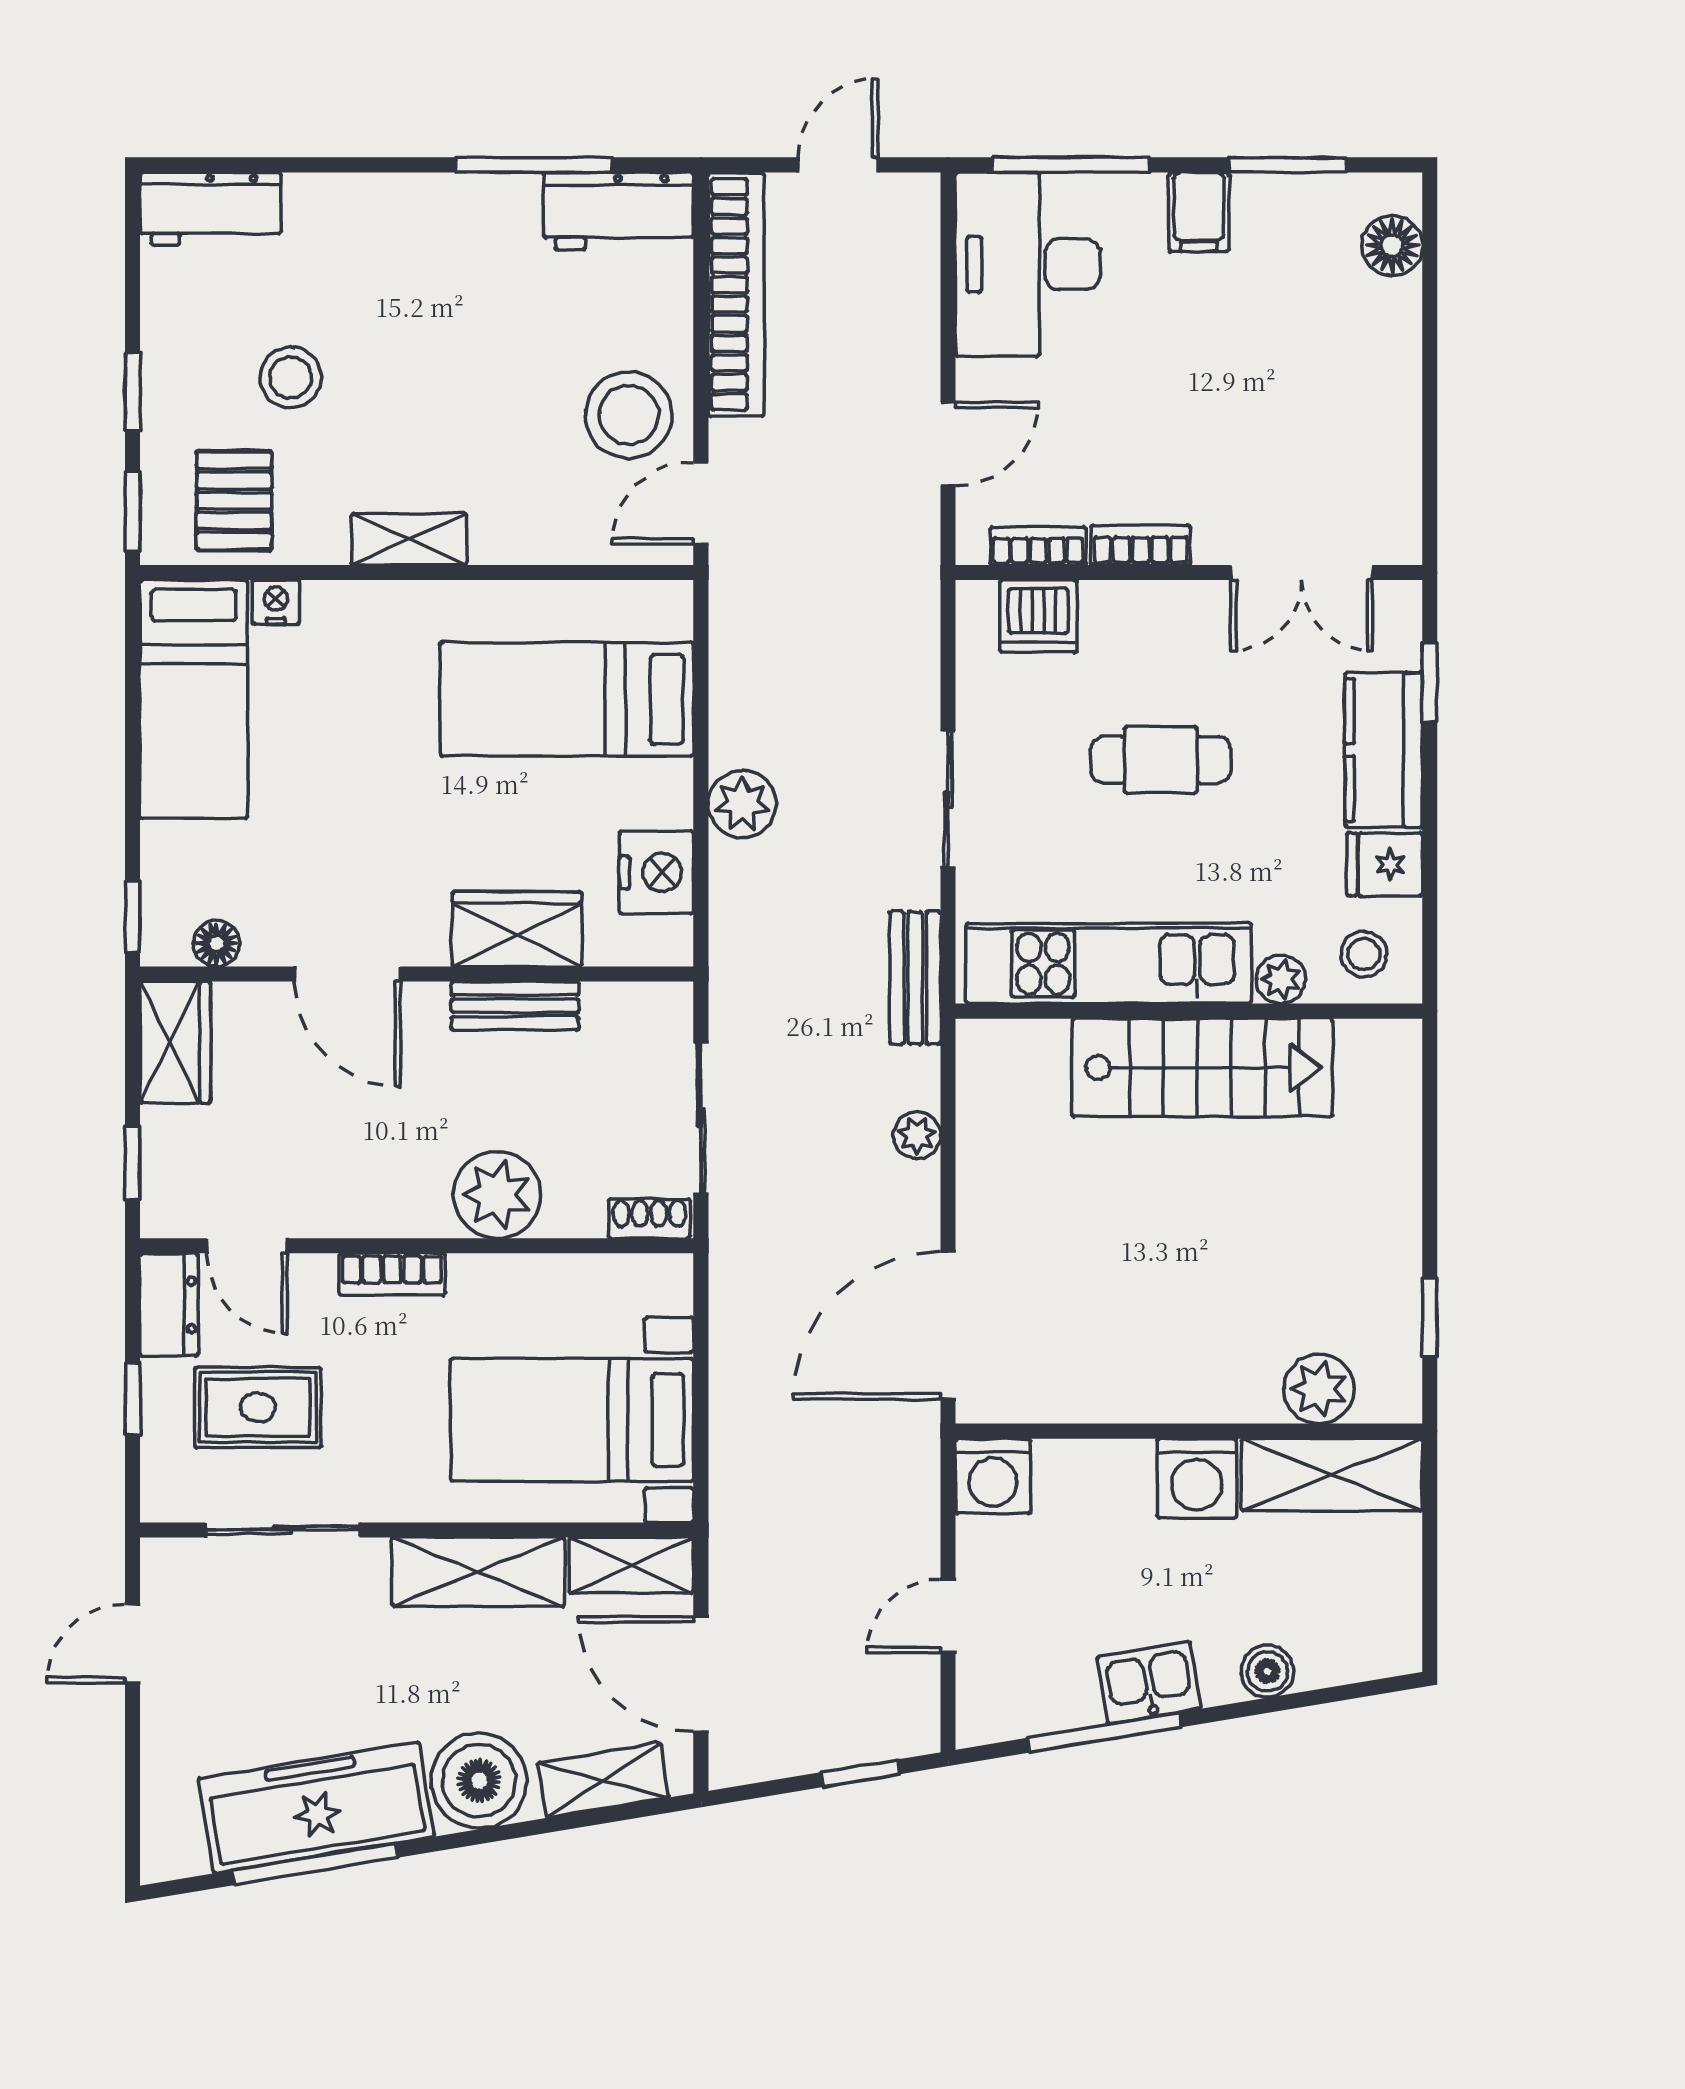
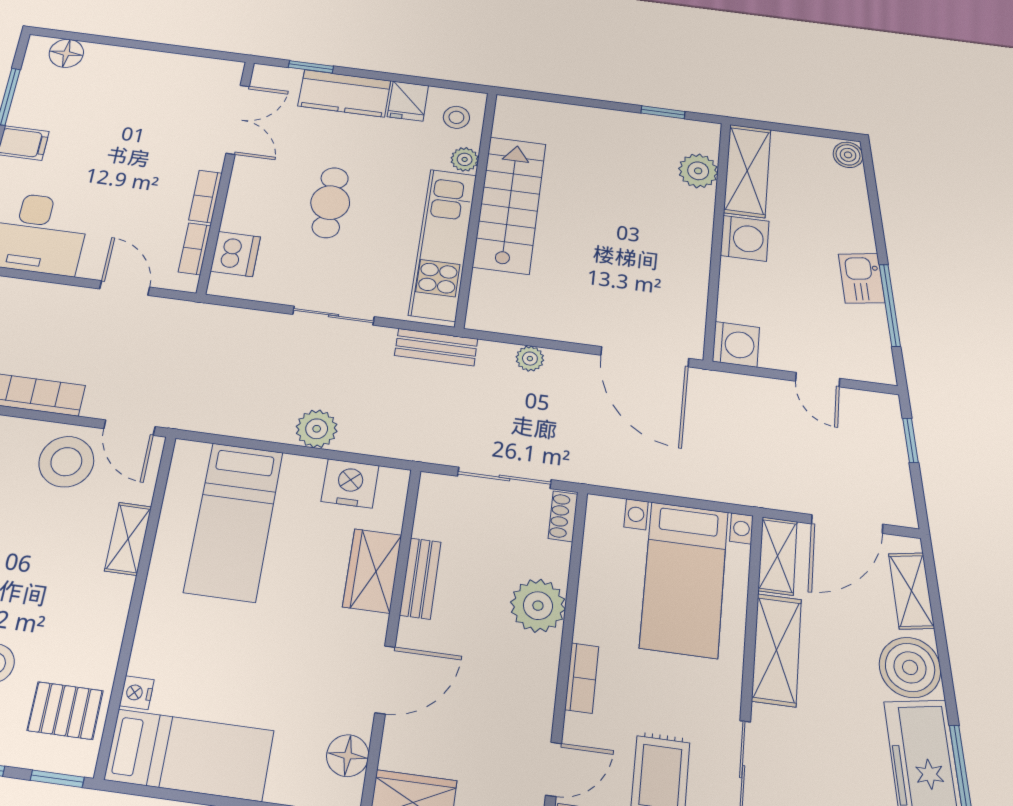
shelving: (409, 539) -> (128, 539), moved
floor lamp: (217, 944) -> (348, 756), width x1.37, depth x1.37
boiler: (1267, 1671) -> (848, 155), moved

